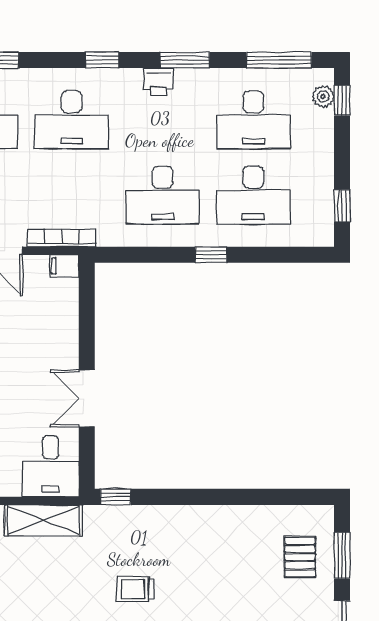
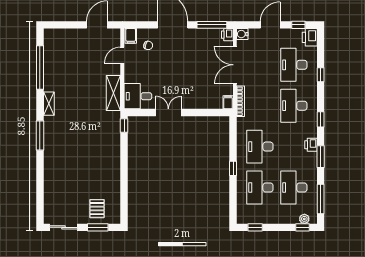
pallet: (300, 557) -> (97, 209), turned 90
trolley: (135, 589) -> (83, 134), removed

